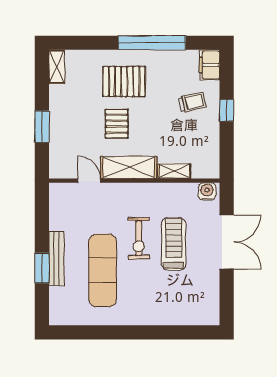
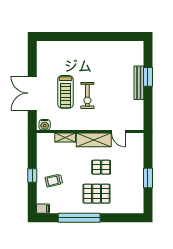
filing cabinet: (210, 65) -> (43, 209), width x0.50
shelving: (57, 67) -> (139, 203), removed
pallet: (117, 124) -> (101, 167), turned 90
window: (42, 127) -> (148, 178), moved
exercise bike: (139, 238) -> (87, 95), turned 180
exercise mat: (103, 270) -> (110, 75), removed

